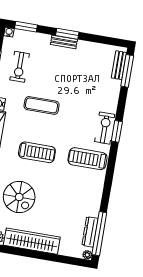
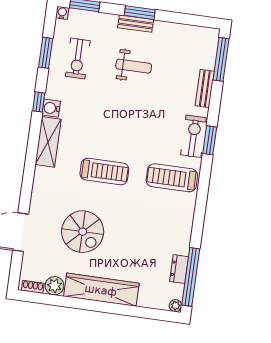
bench: (119, 65) -> (205, 89), moved
weight bench: (61, 74) -> (134, 66), added
exercise mat: (42, 105) -> (109, 109), removed
dresser: (90, 232) -> (179, 269), width x0.70

